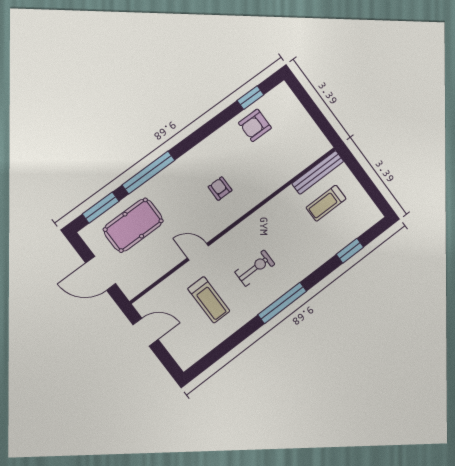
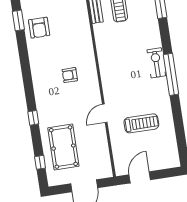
window: (148, 172) -> (33, 118), width x0.32
window: (101, 208) -> (40, 162), width x0.46
exercise bike: (255, 268) -> (156, 63), moved

